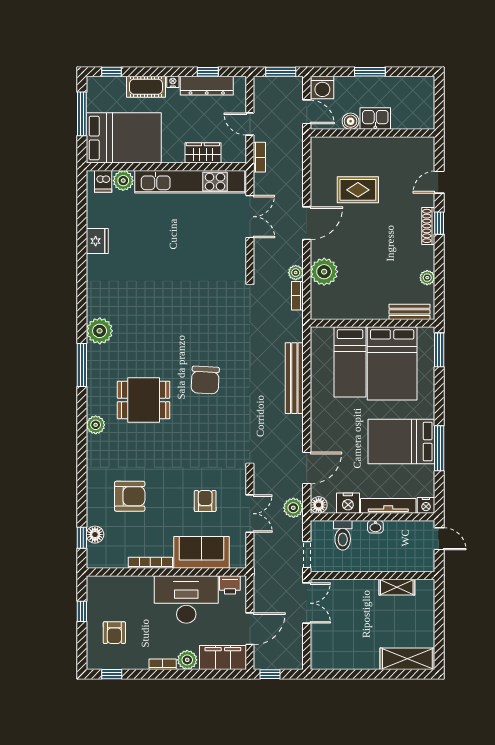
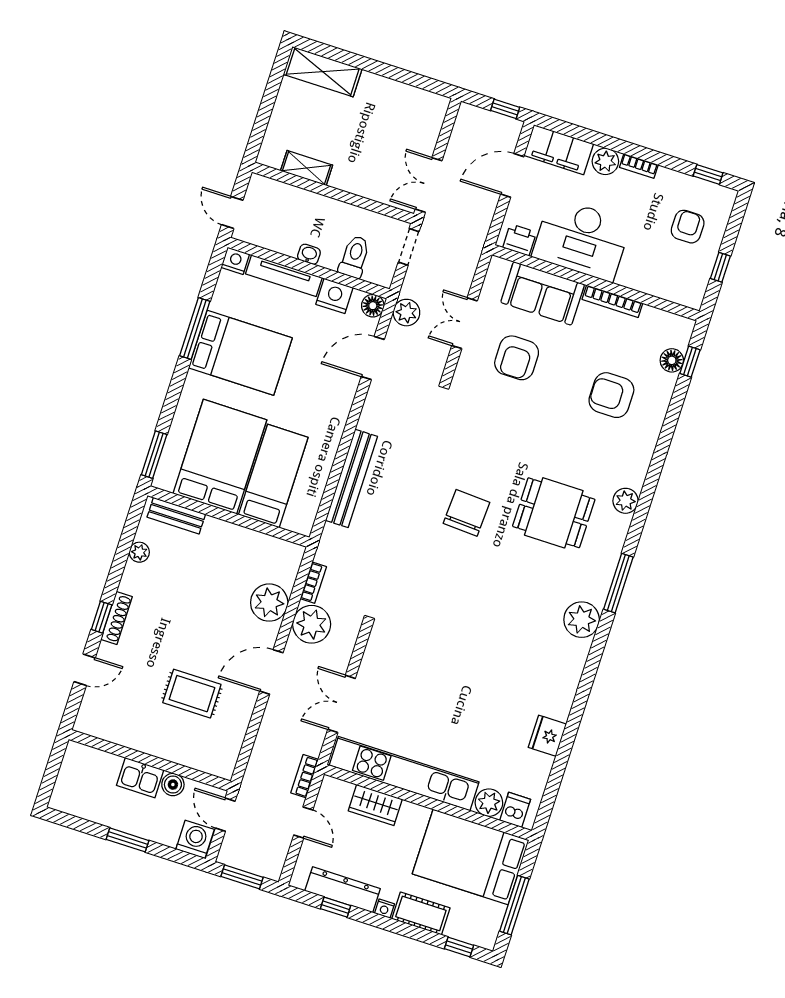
plant: (296, 273) -> (312, 624), width x1.88, depth x1.88
armchair: (205, 501) -> (517, 358), width x1.38, depth x1.38

